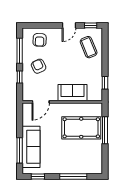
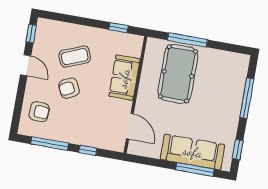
coffee table: (89, 47) -> (75, 57), moved
armchair: (39, 66) -> (69, 88), moved

